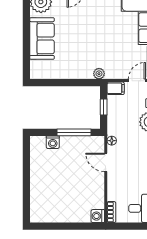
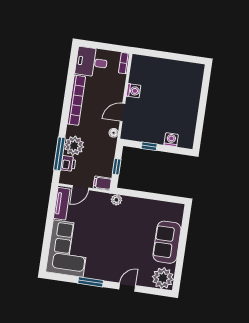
window: (74, 132) -> (149, 146), width x0.46
door: (106, 162) -> (122, 112), swing flipped
washing machine: (98, 216) -> (134, 91), moved

